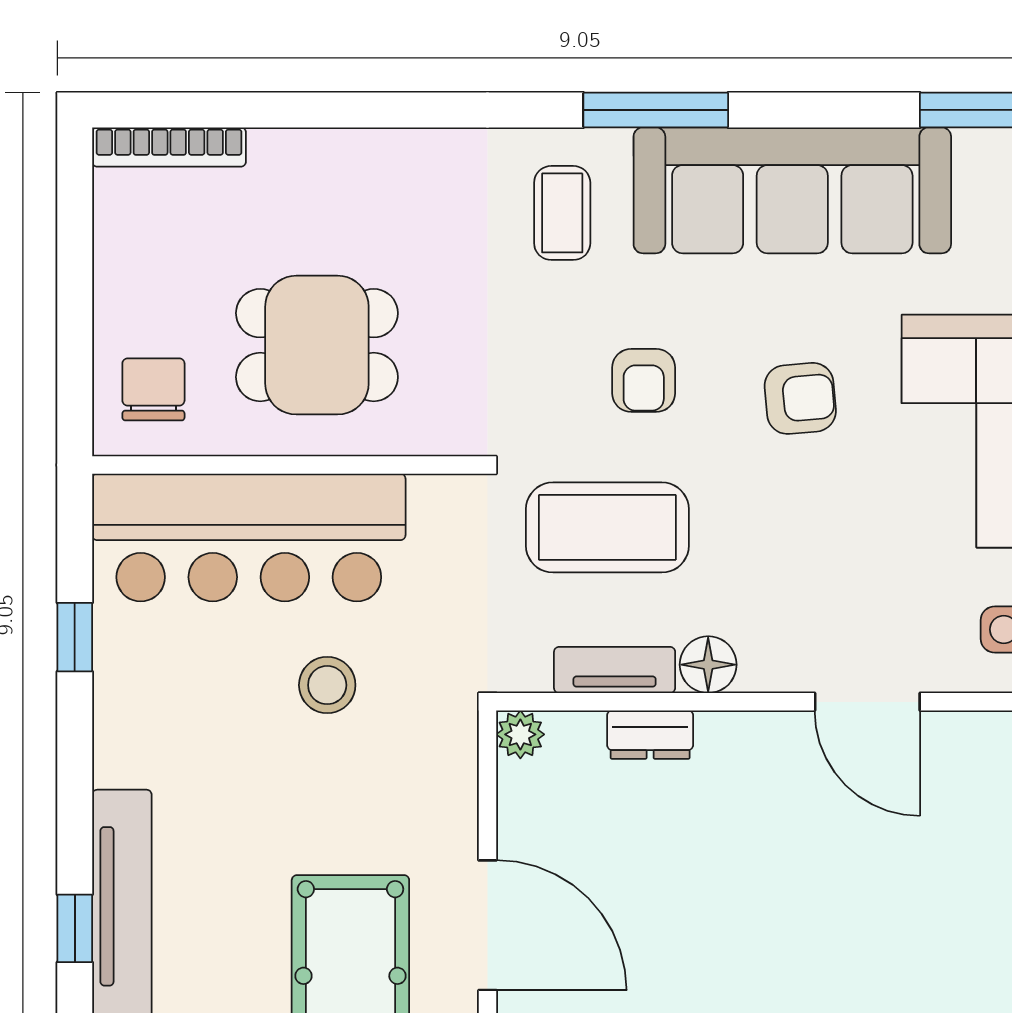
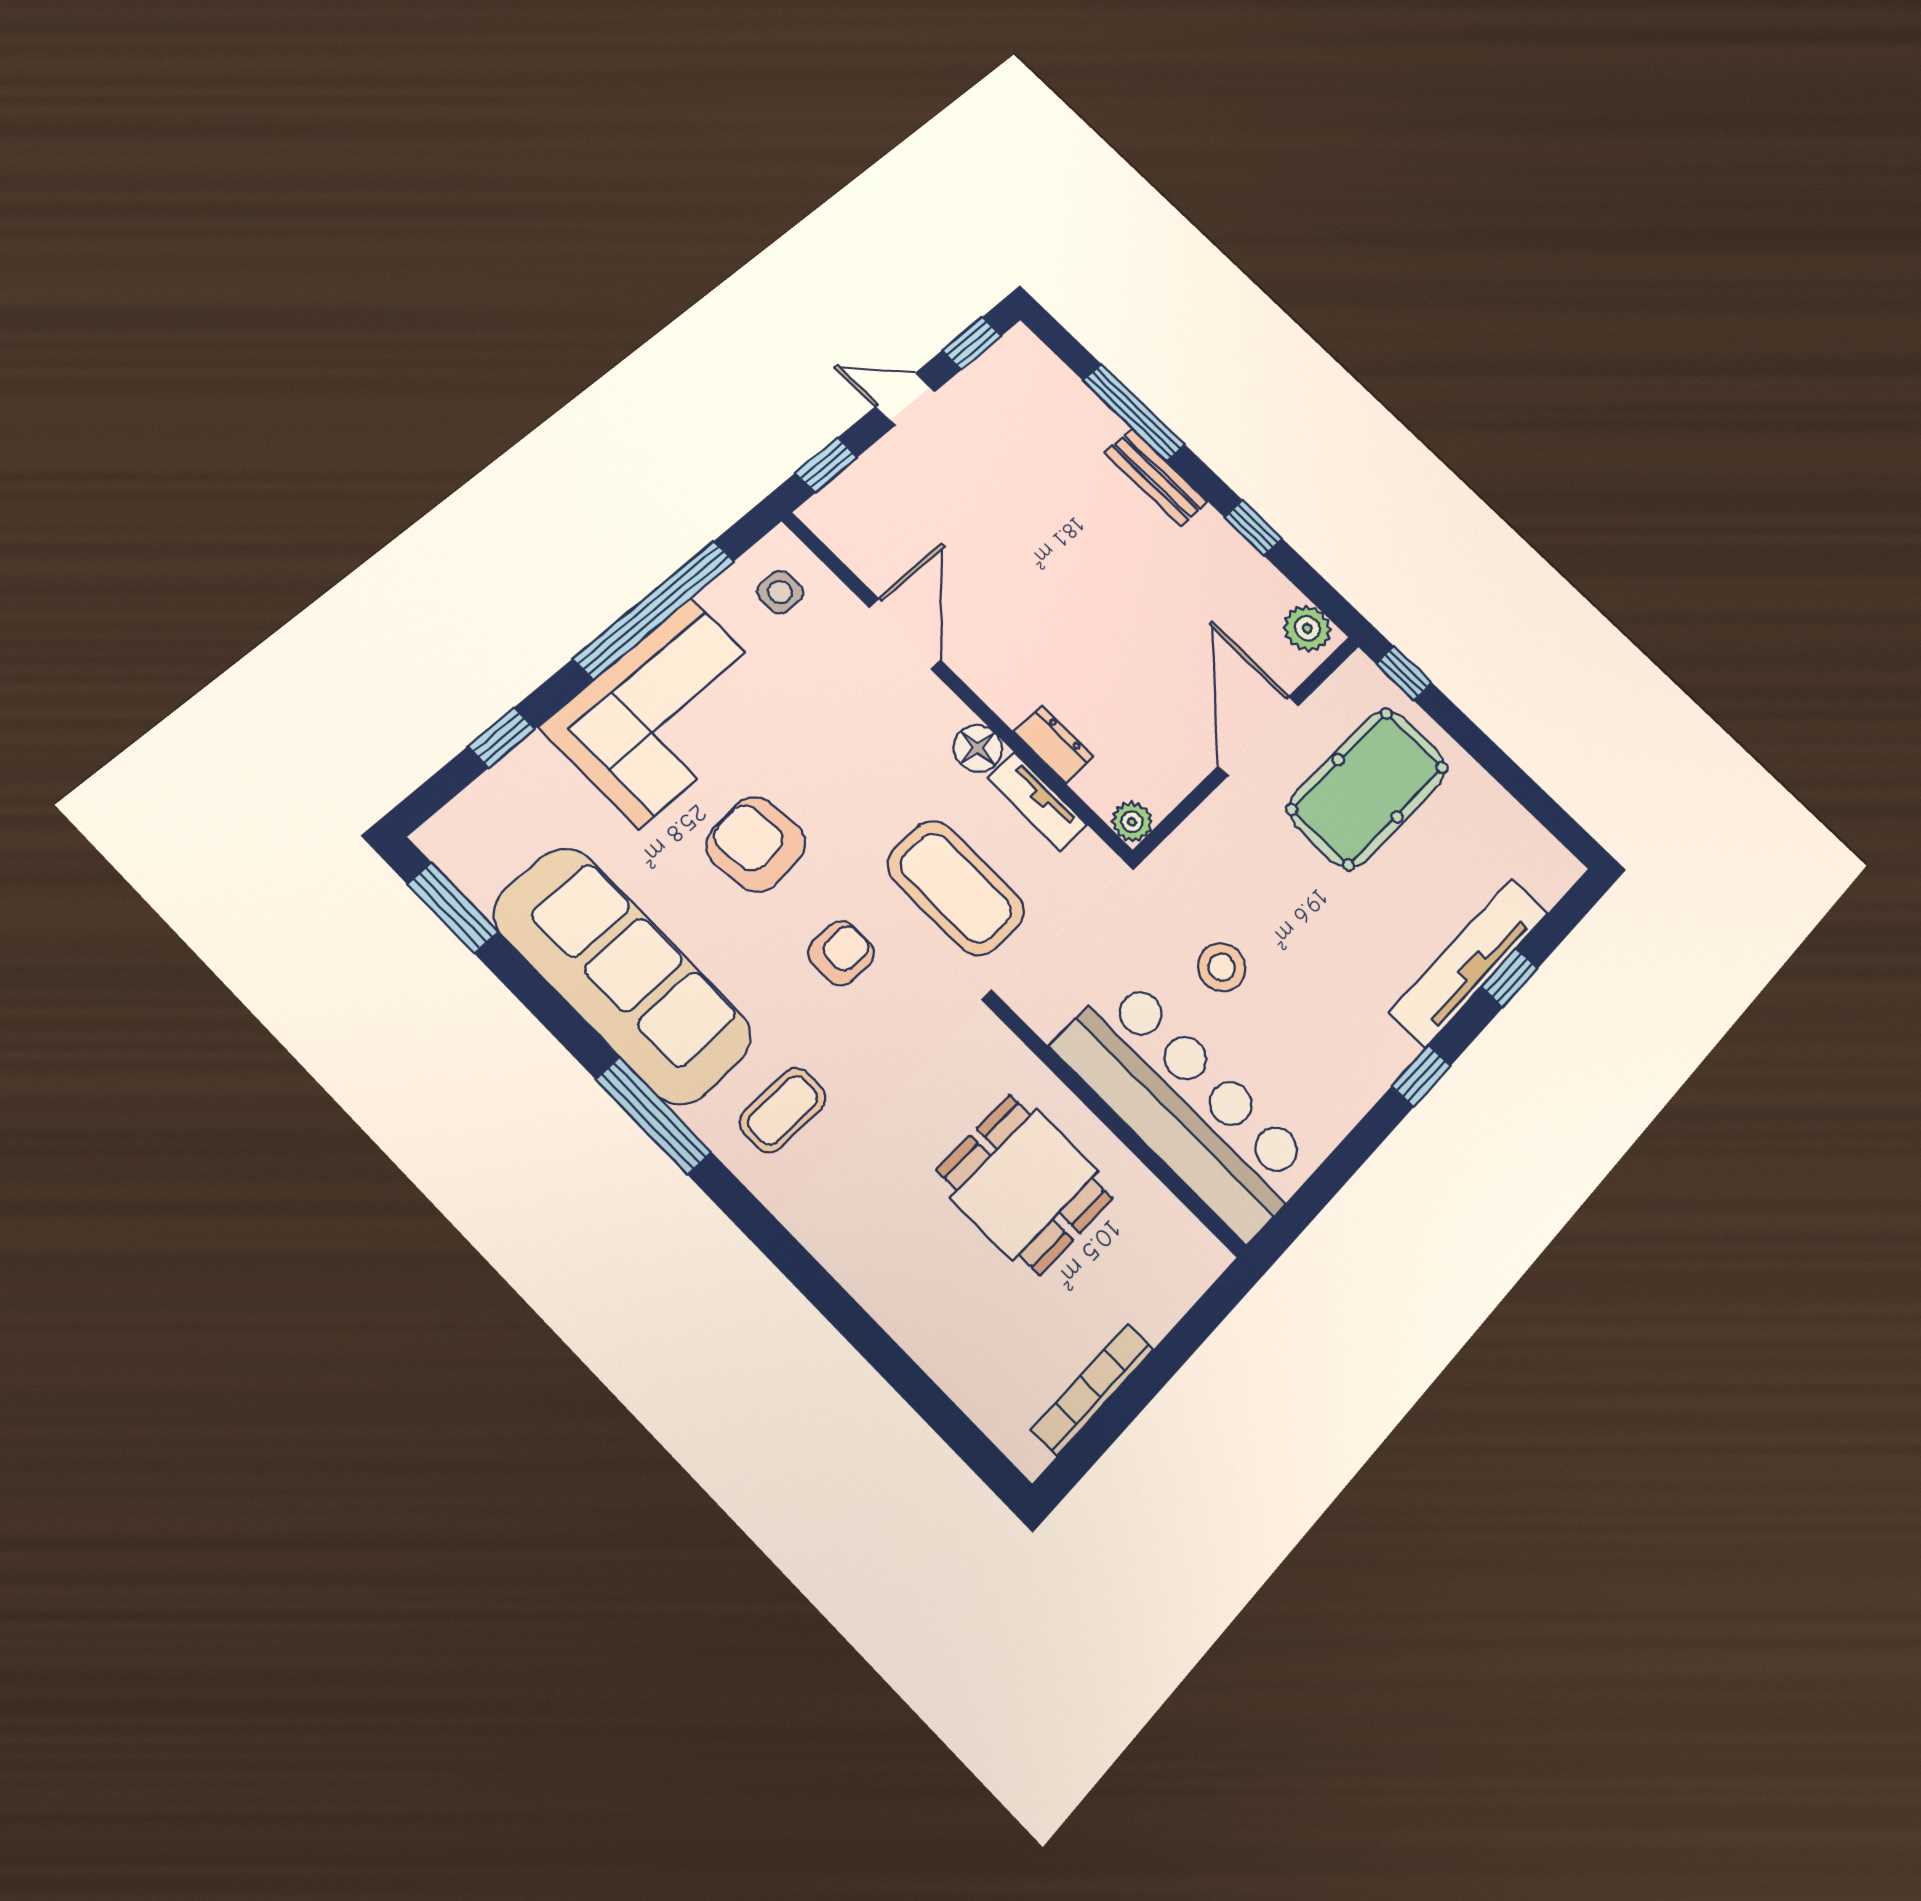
bookcase: (169, 147) -> (1093, 1389), moved, turned -90
chair: (153, 389) -> (1157, 1262), removed
armchair: (800, 398) -> (756, 844), width x1.38, depth x1.38
window: (75, 637) -> (1421, 1076), moved

